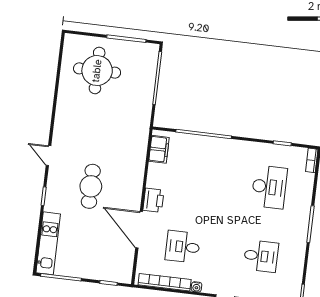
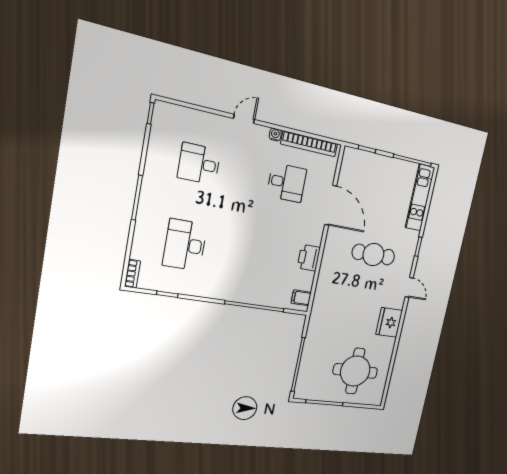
fridge: (66, 120) -> (389, 322), added
filing cabinet: (159, 149) -> (301, 298), width x0.50
cafe table: (91, 186) -> (373, 255), turned 90
printer: (153, 200) -> (309, 258), moved

